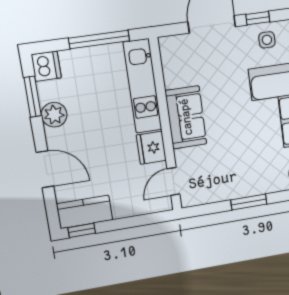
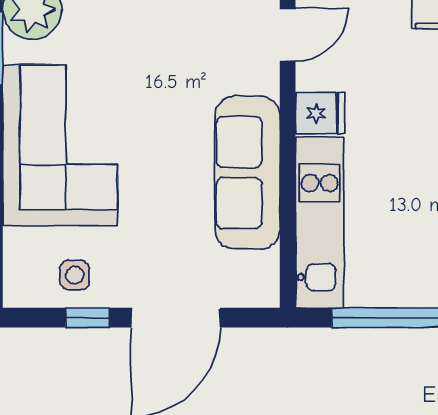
sofa: (186, 117) -> (247, 173), width x1.36
fridge: (151, 148) -> (320, 113), width x0.72

